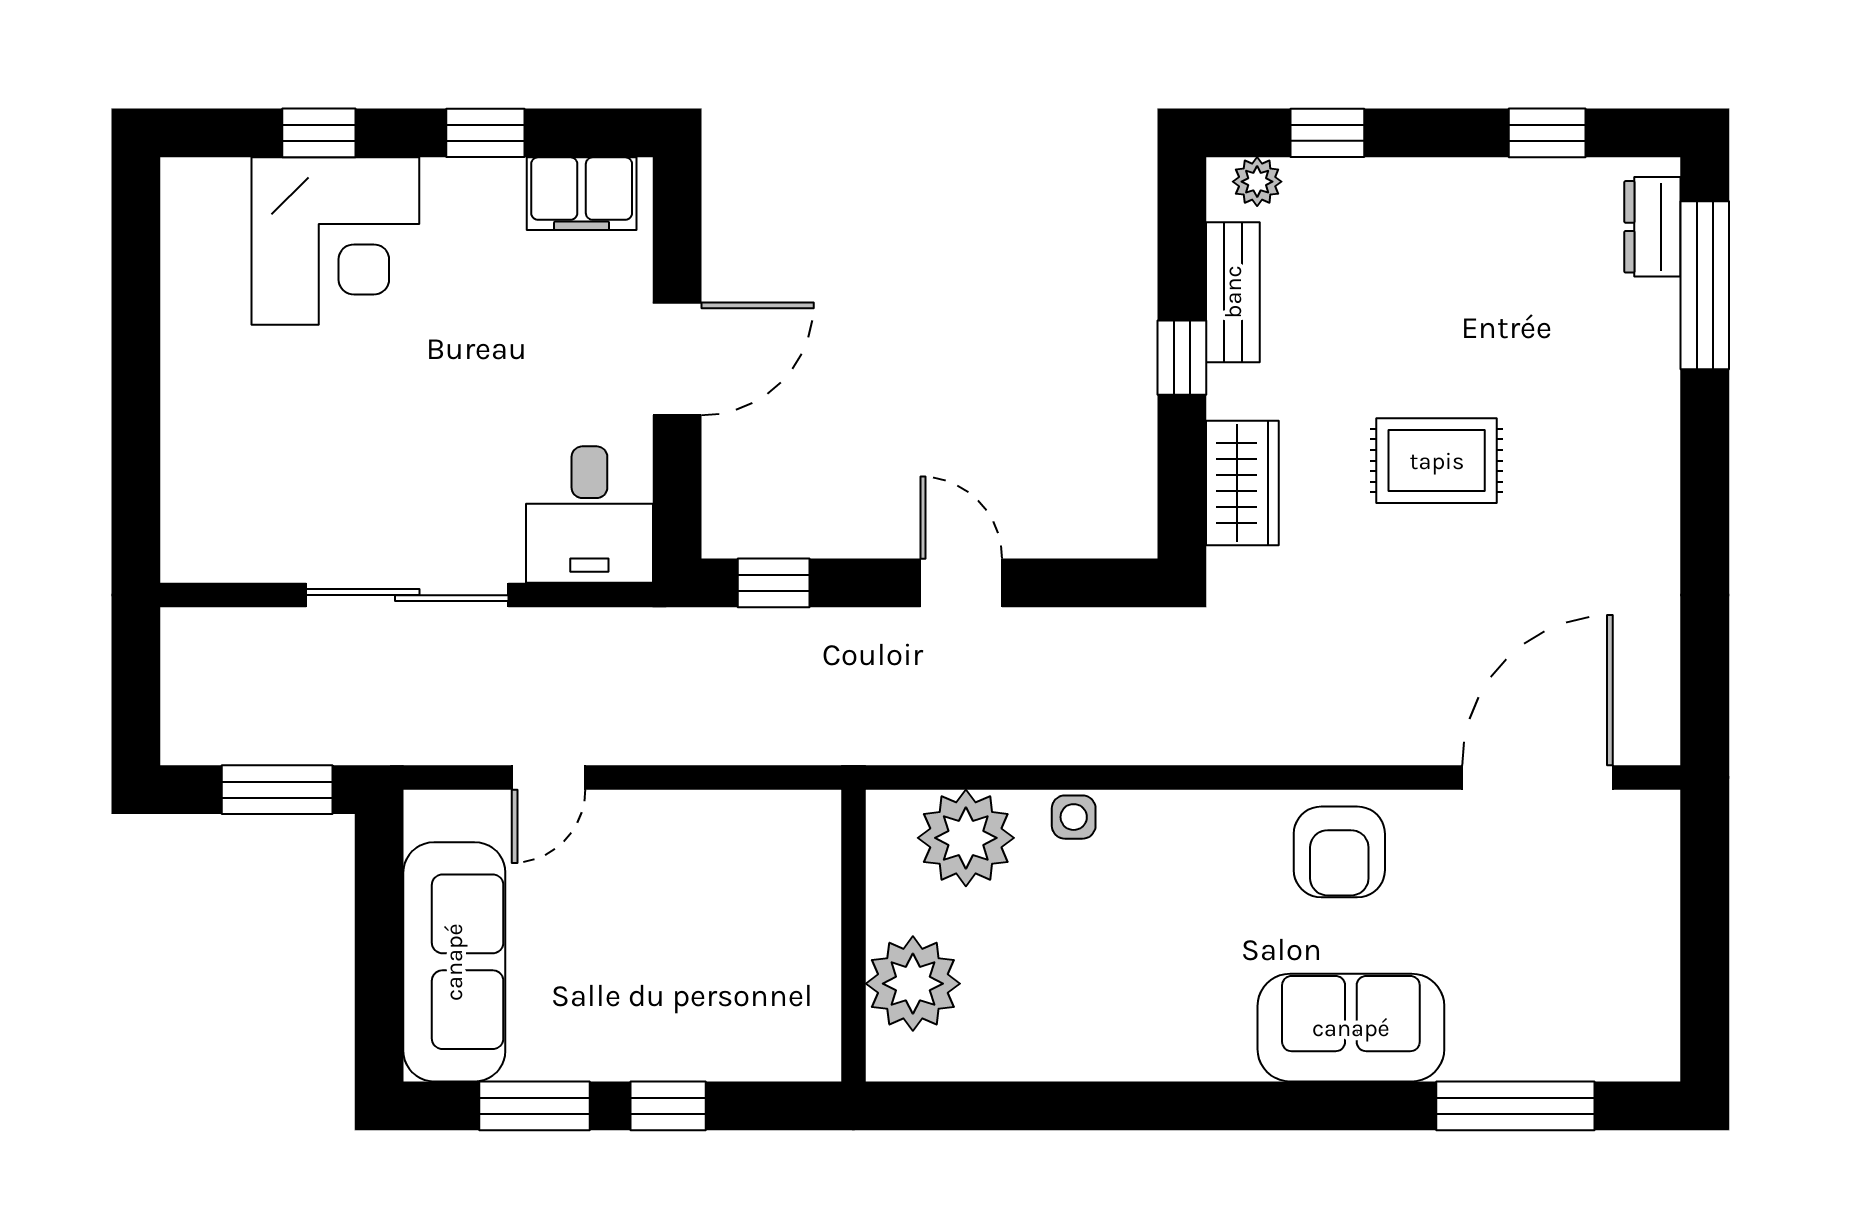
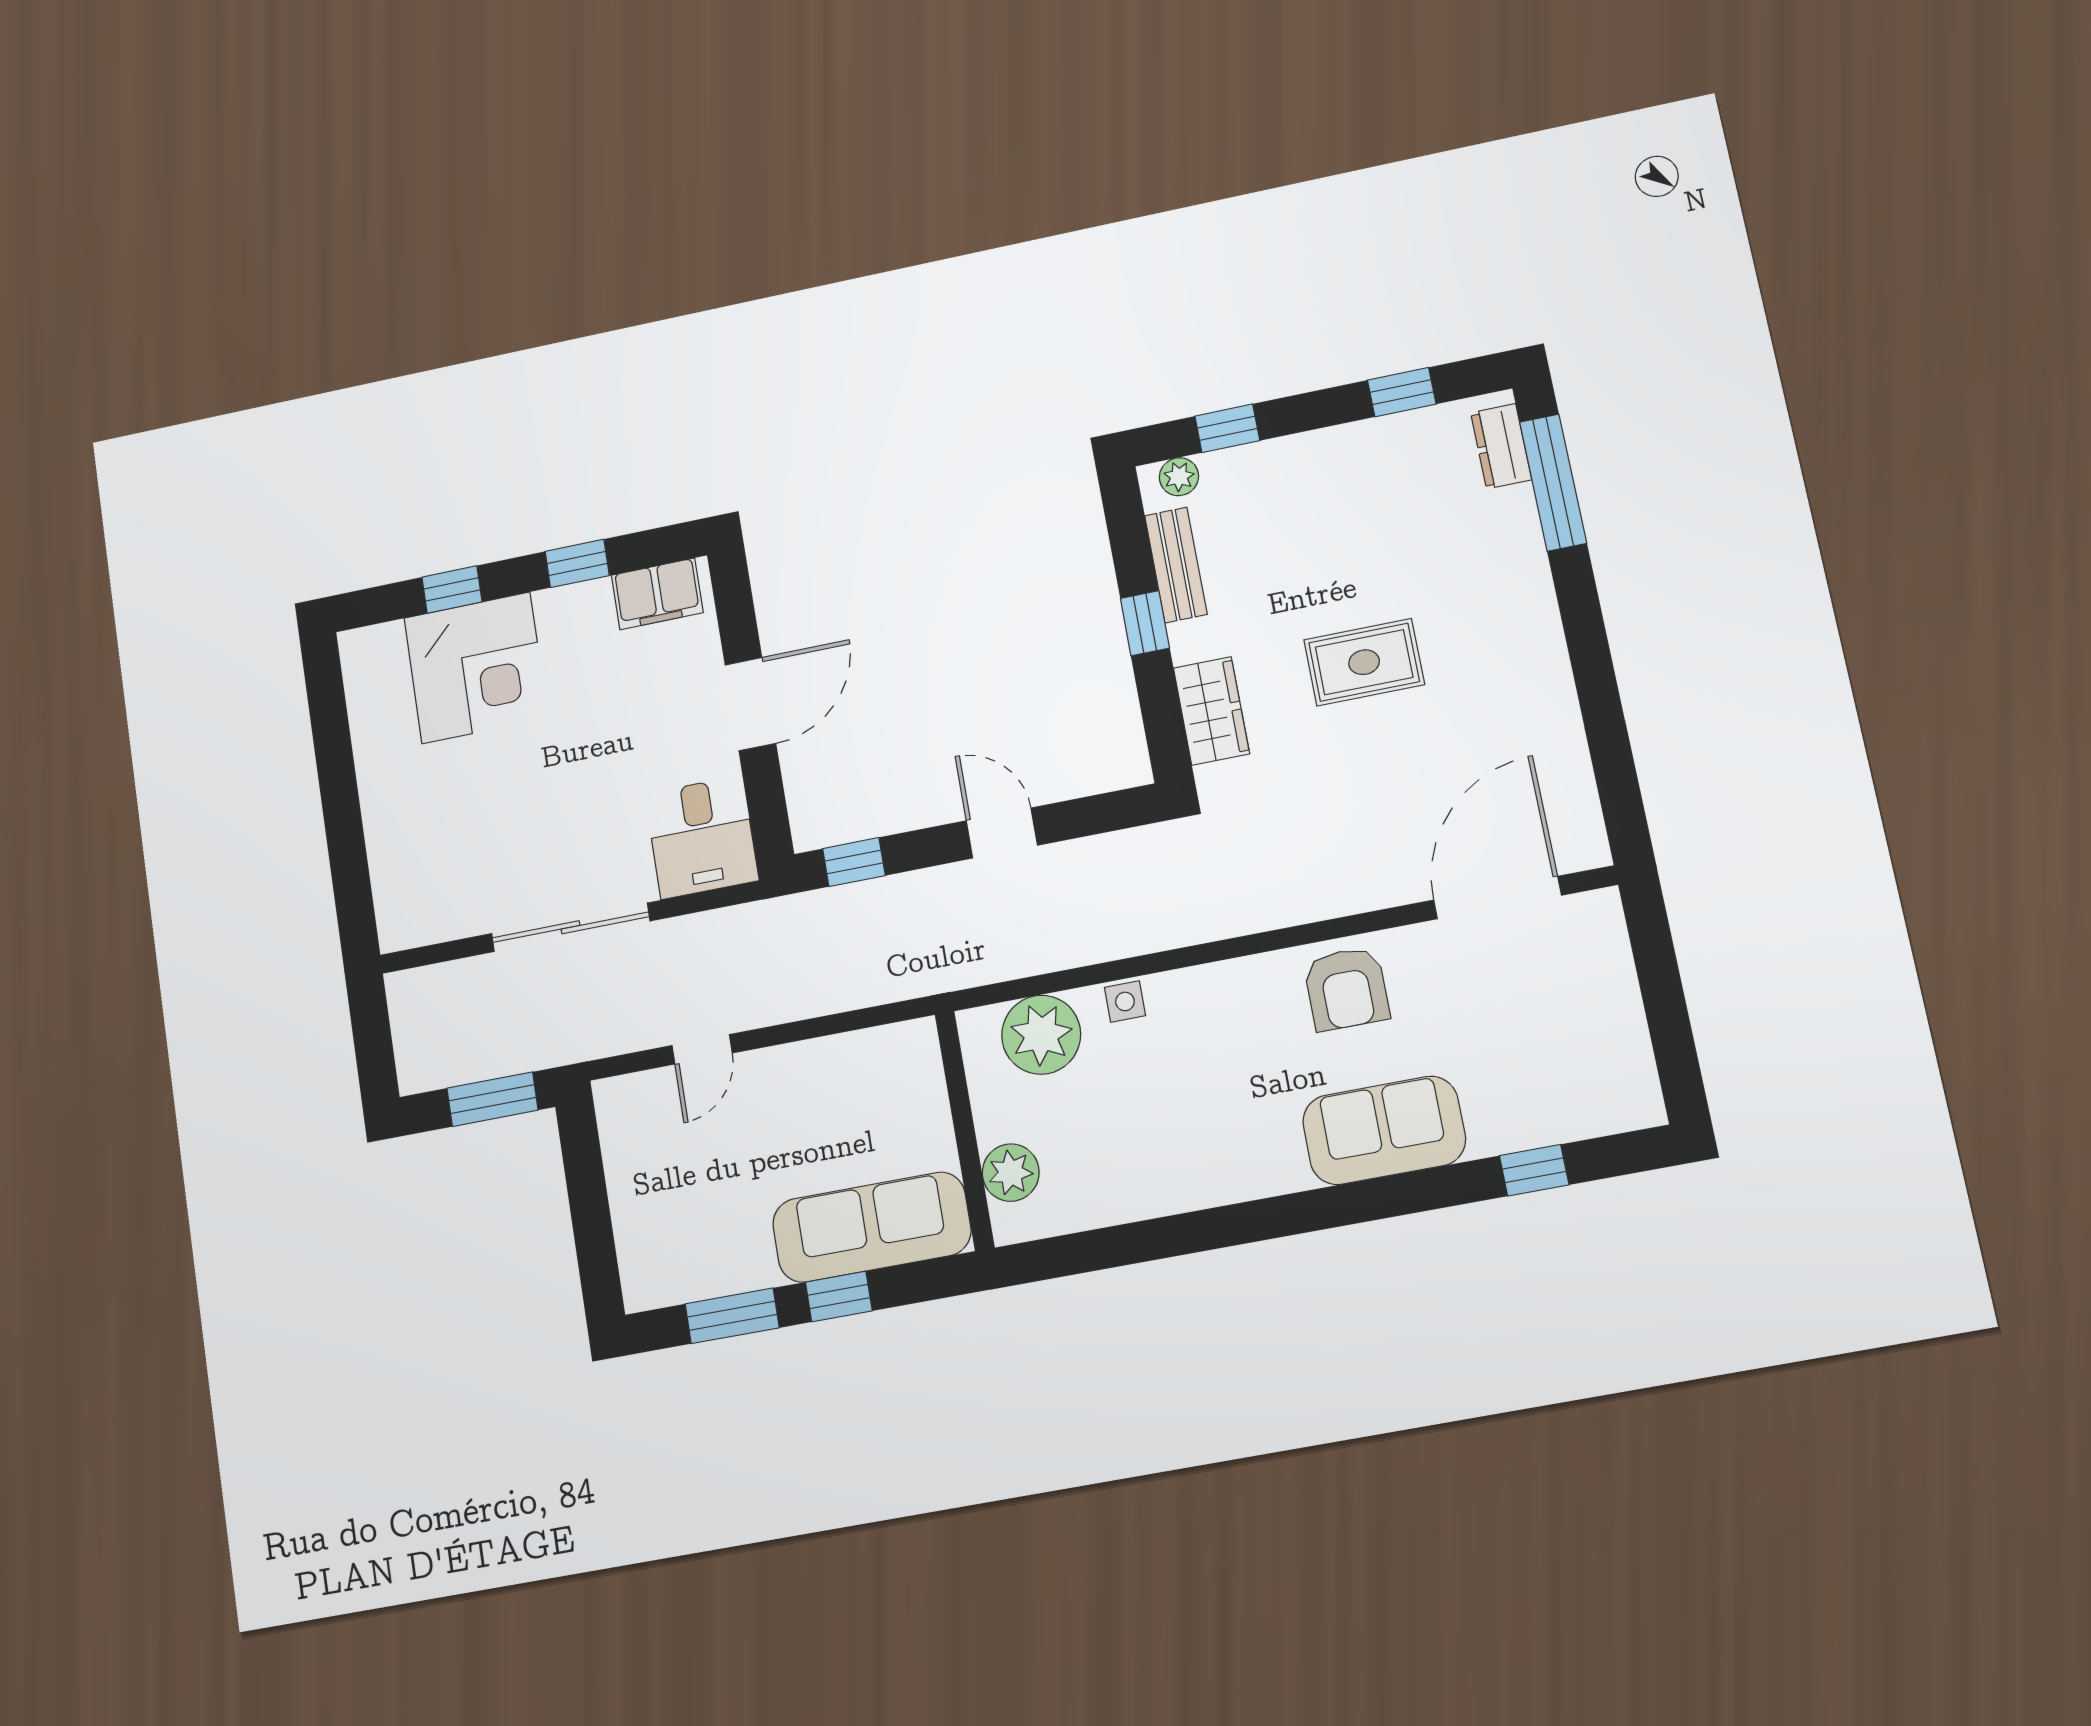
sofa: (454, 962) -> (872, 1227), moved, turned -90
plant: (913, 984) -> (1011, 1173), width x0.73, depth x0.73
window: (1515, 1106) -> (1534, 1170), width x0.46

